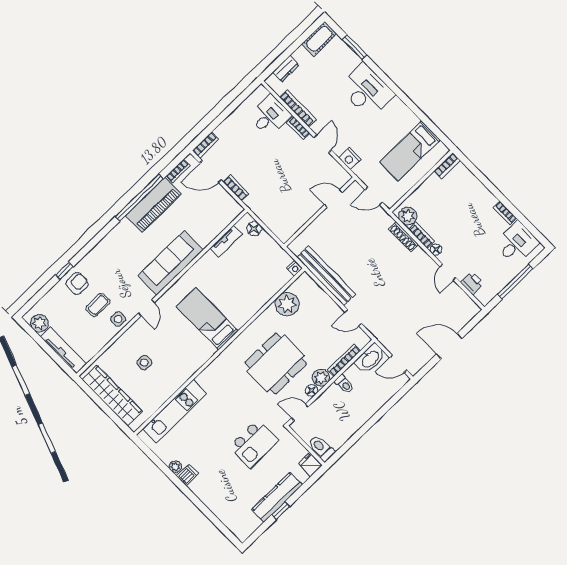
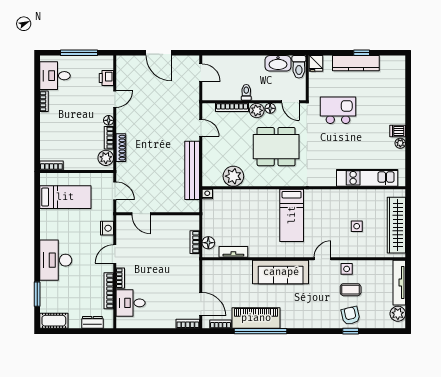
bookcase: (236, 188) -> (195, 242), moved
armchair: (77, 283) -> (350, 316), turned 77
washbasin: (370, 359) -> (278, 63), moved, turned 180

